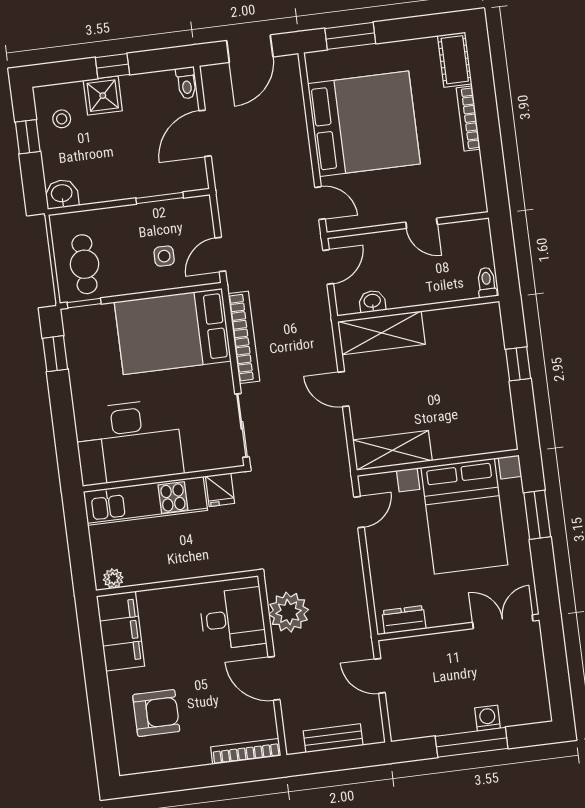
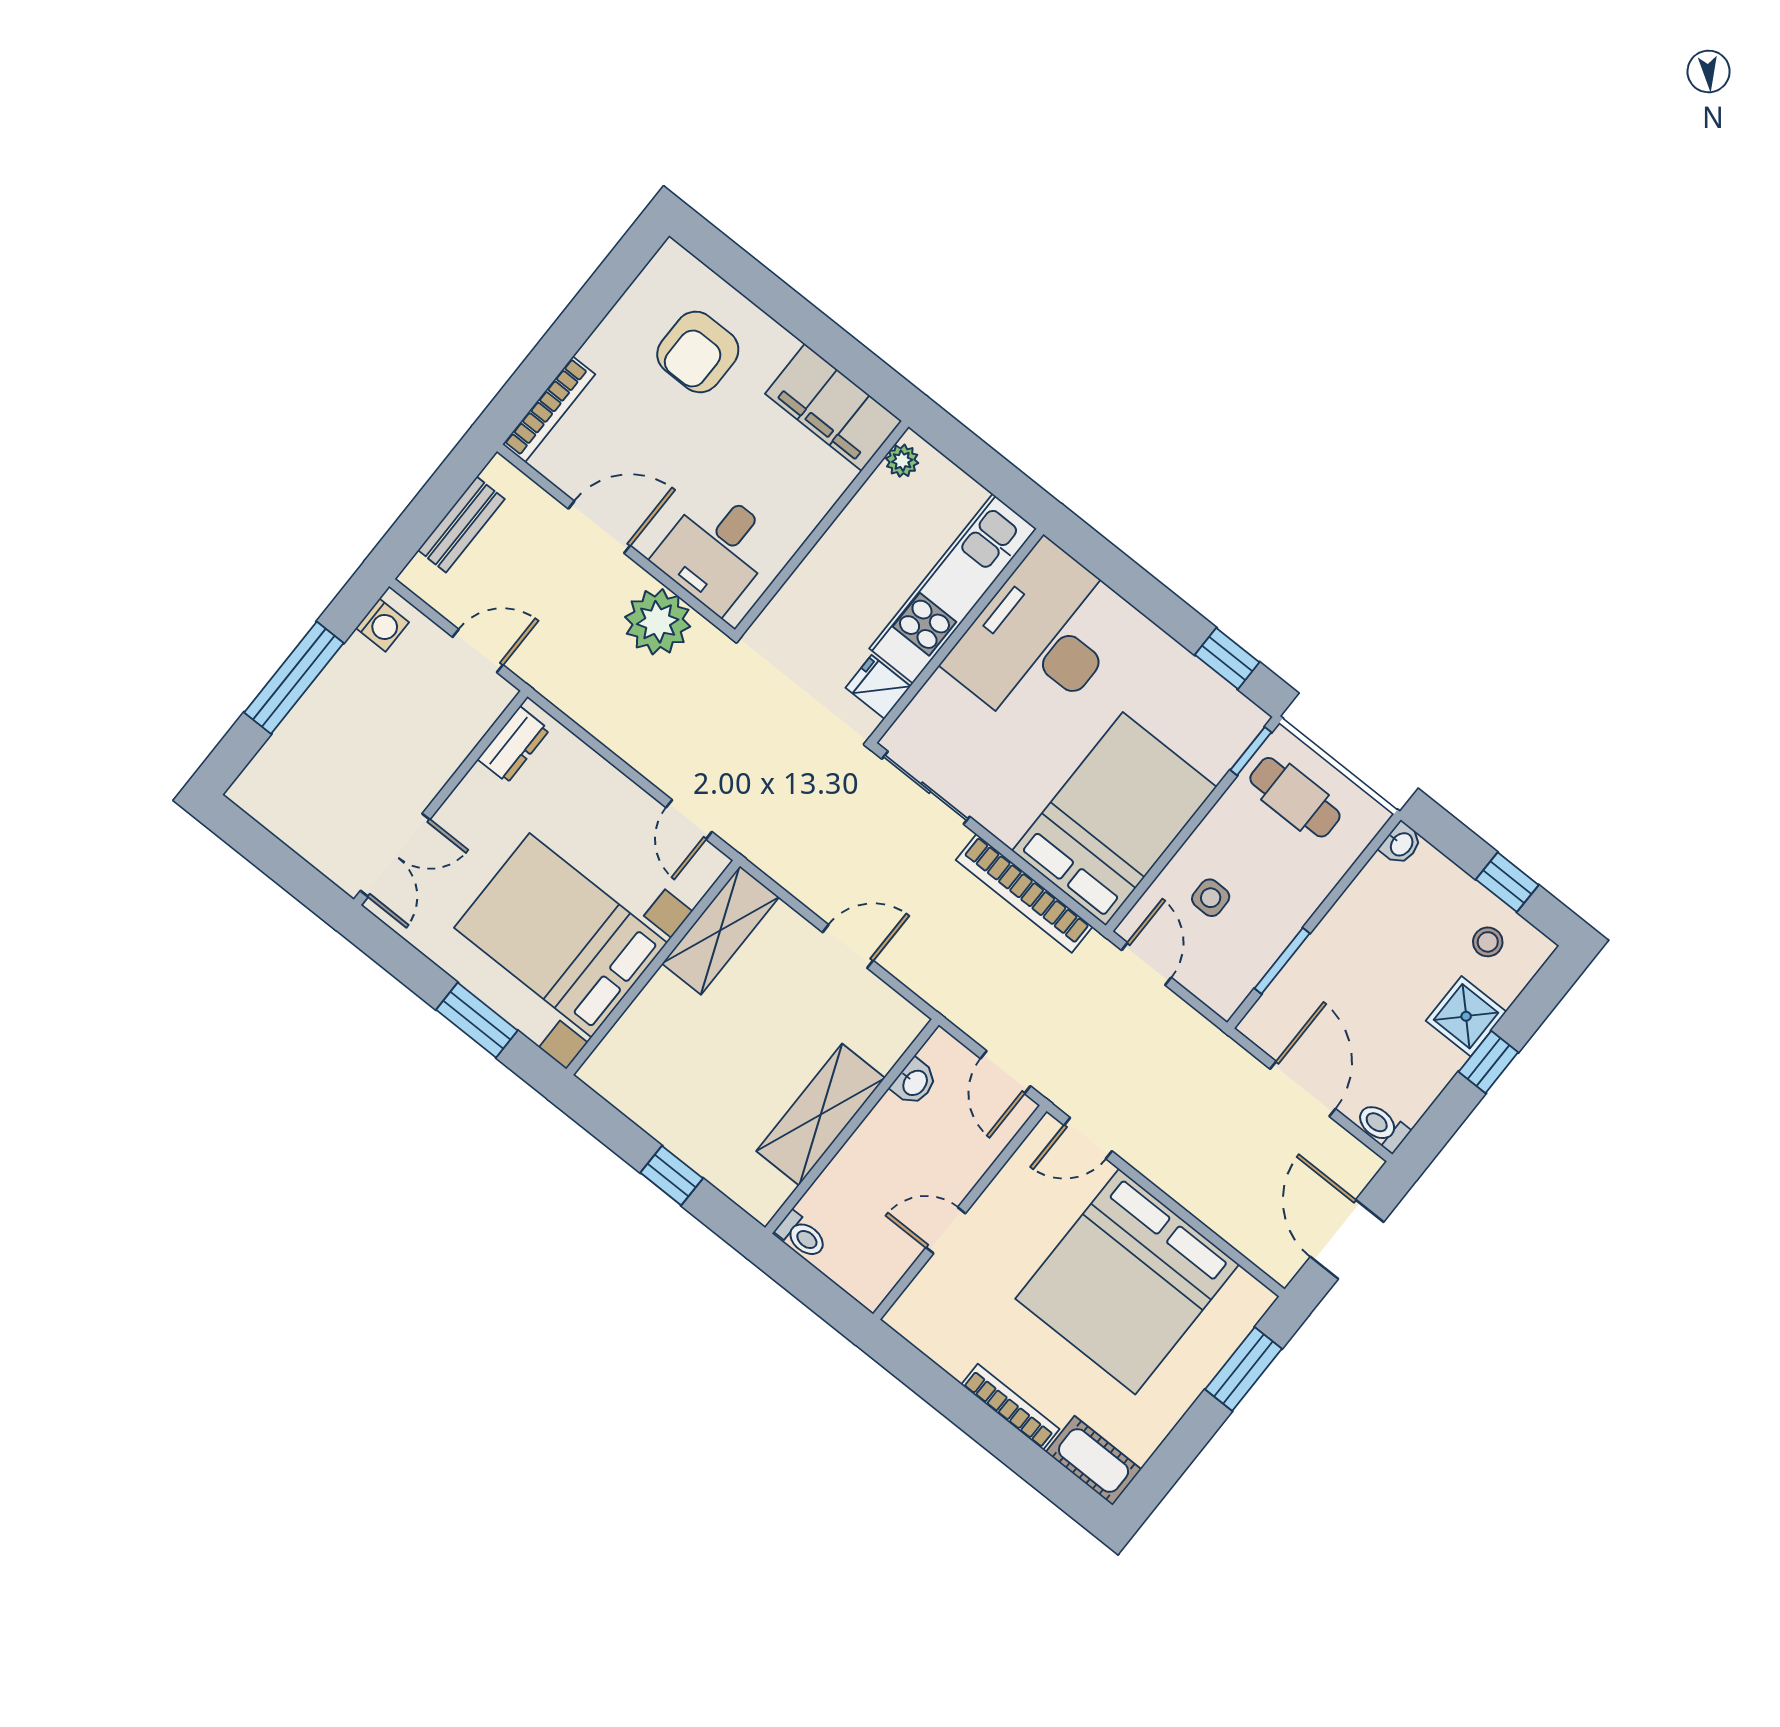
washbasin: (62, 194) -> (1401, 844), width x0.72, depth x0.69
shelving: (381, 333) -> (821, 1115), moved
washing machine: (488, 718) -> (382, 625), moved

